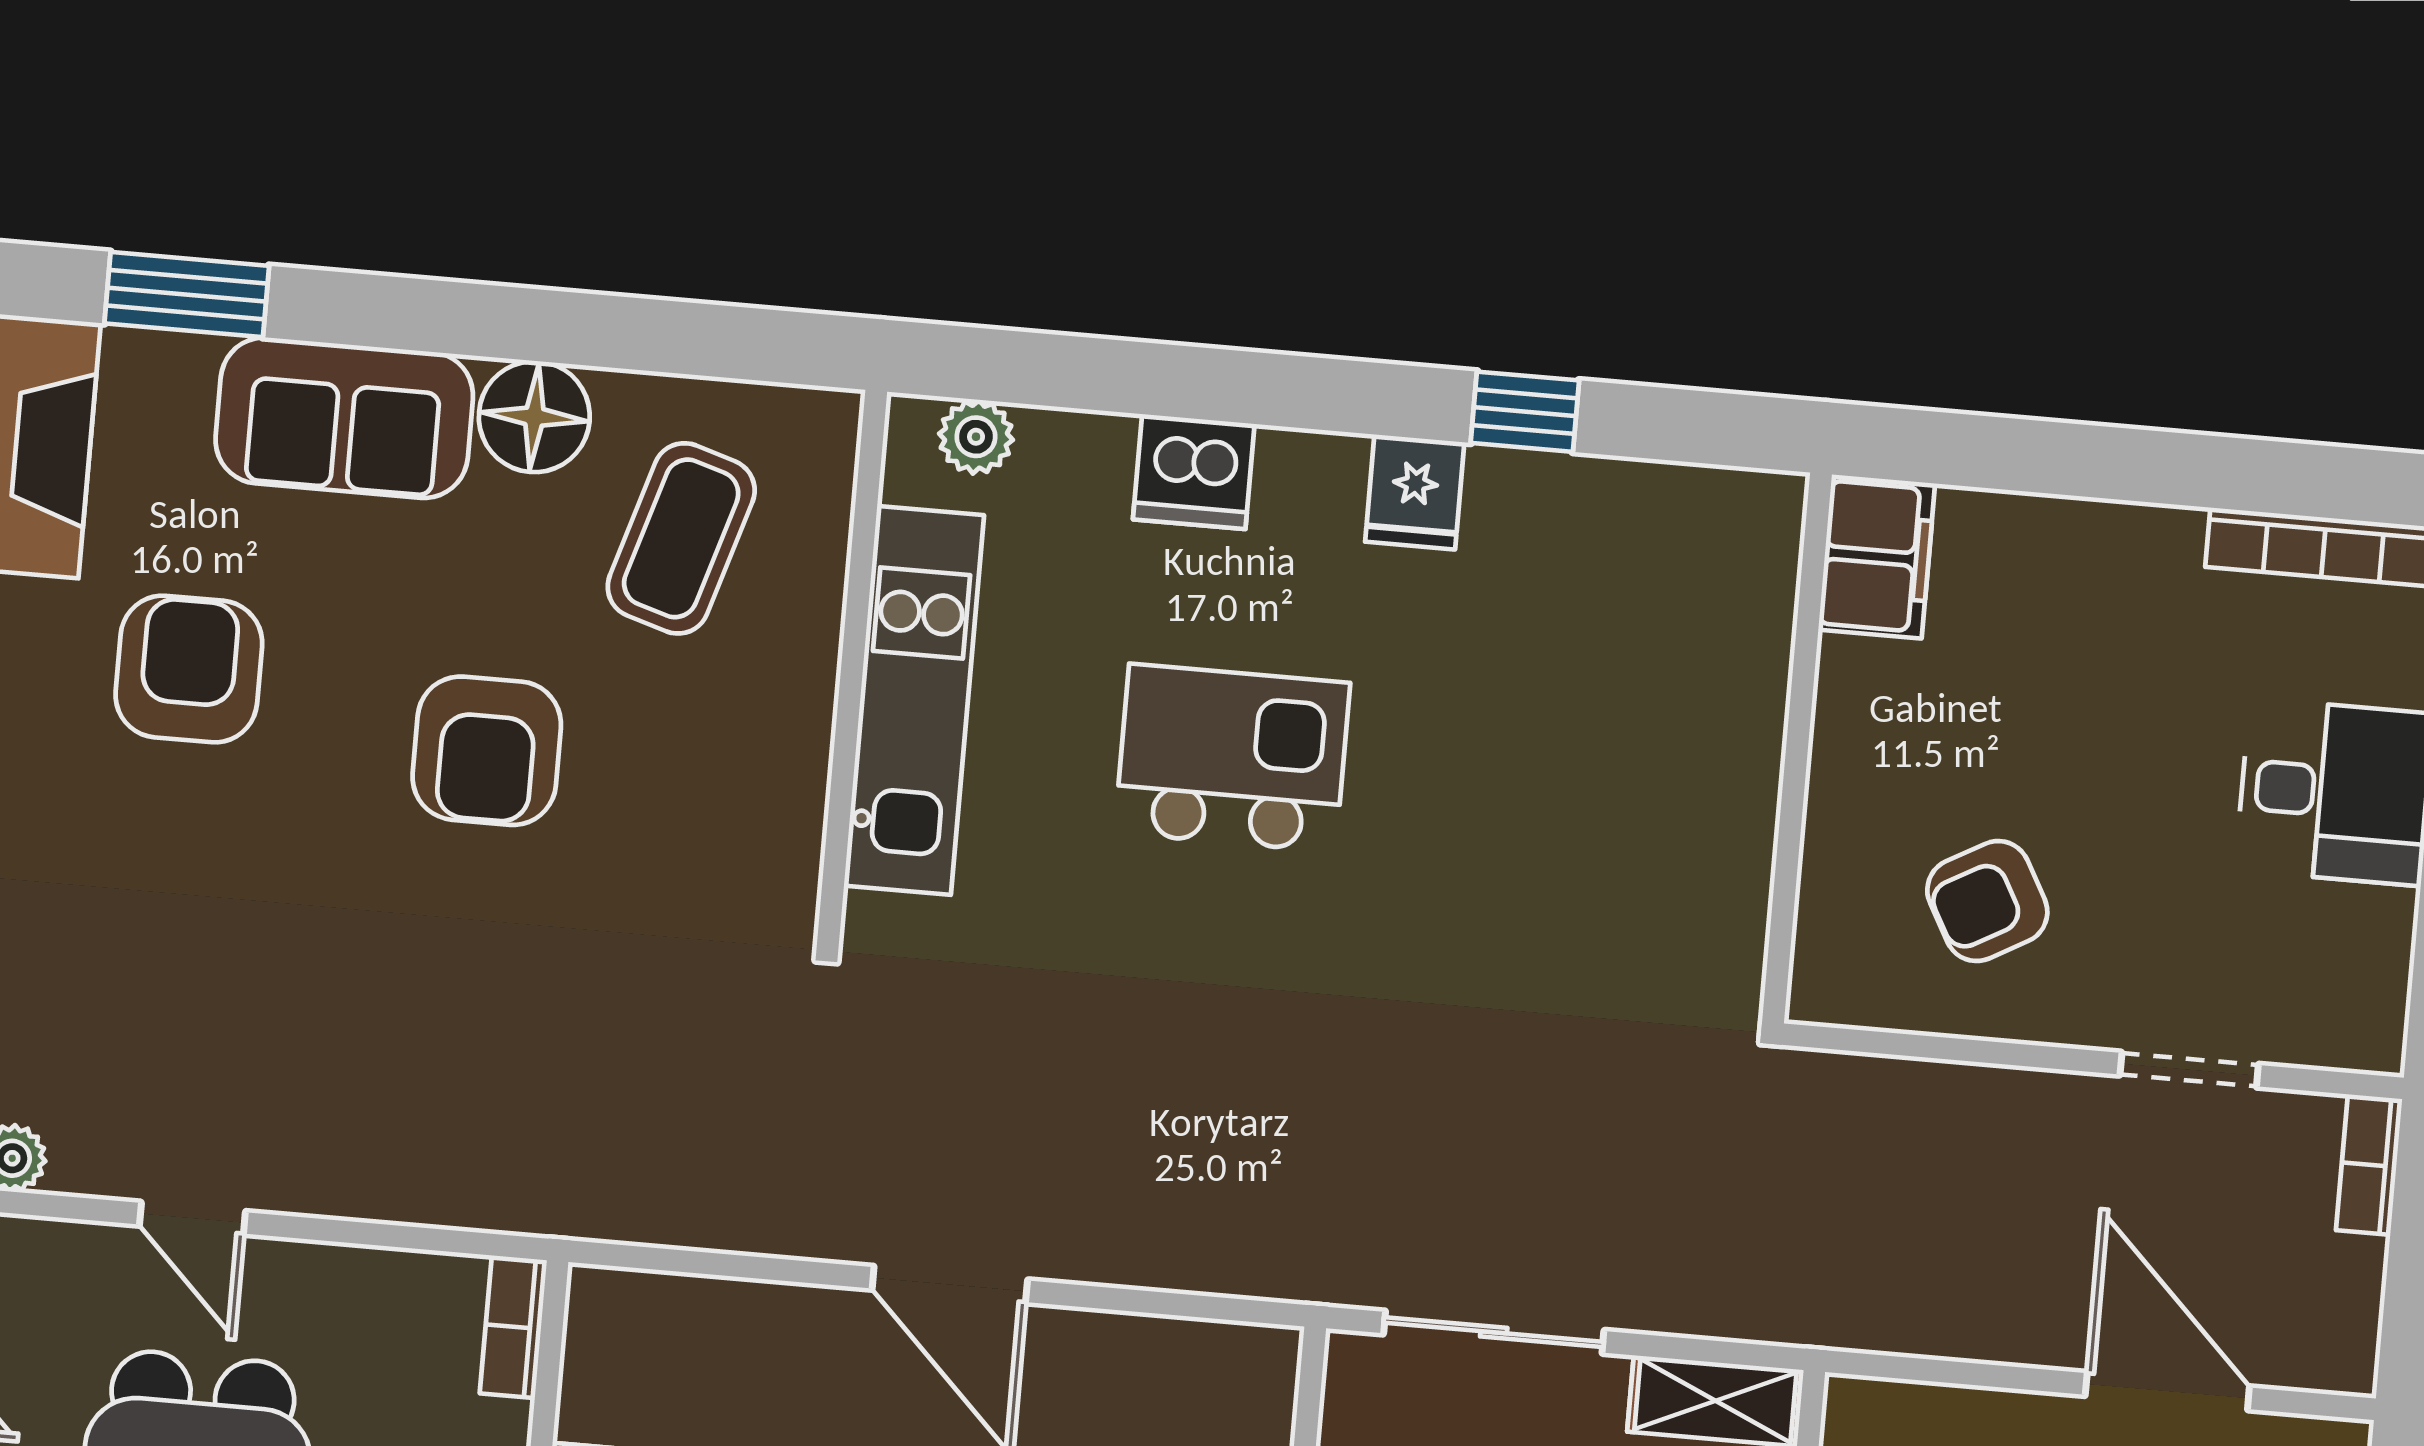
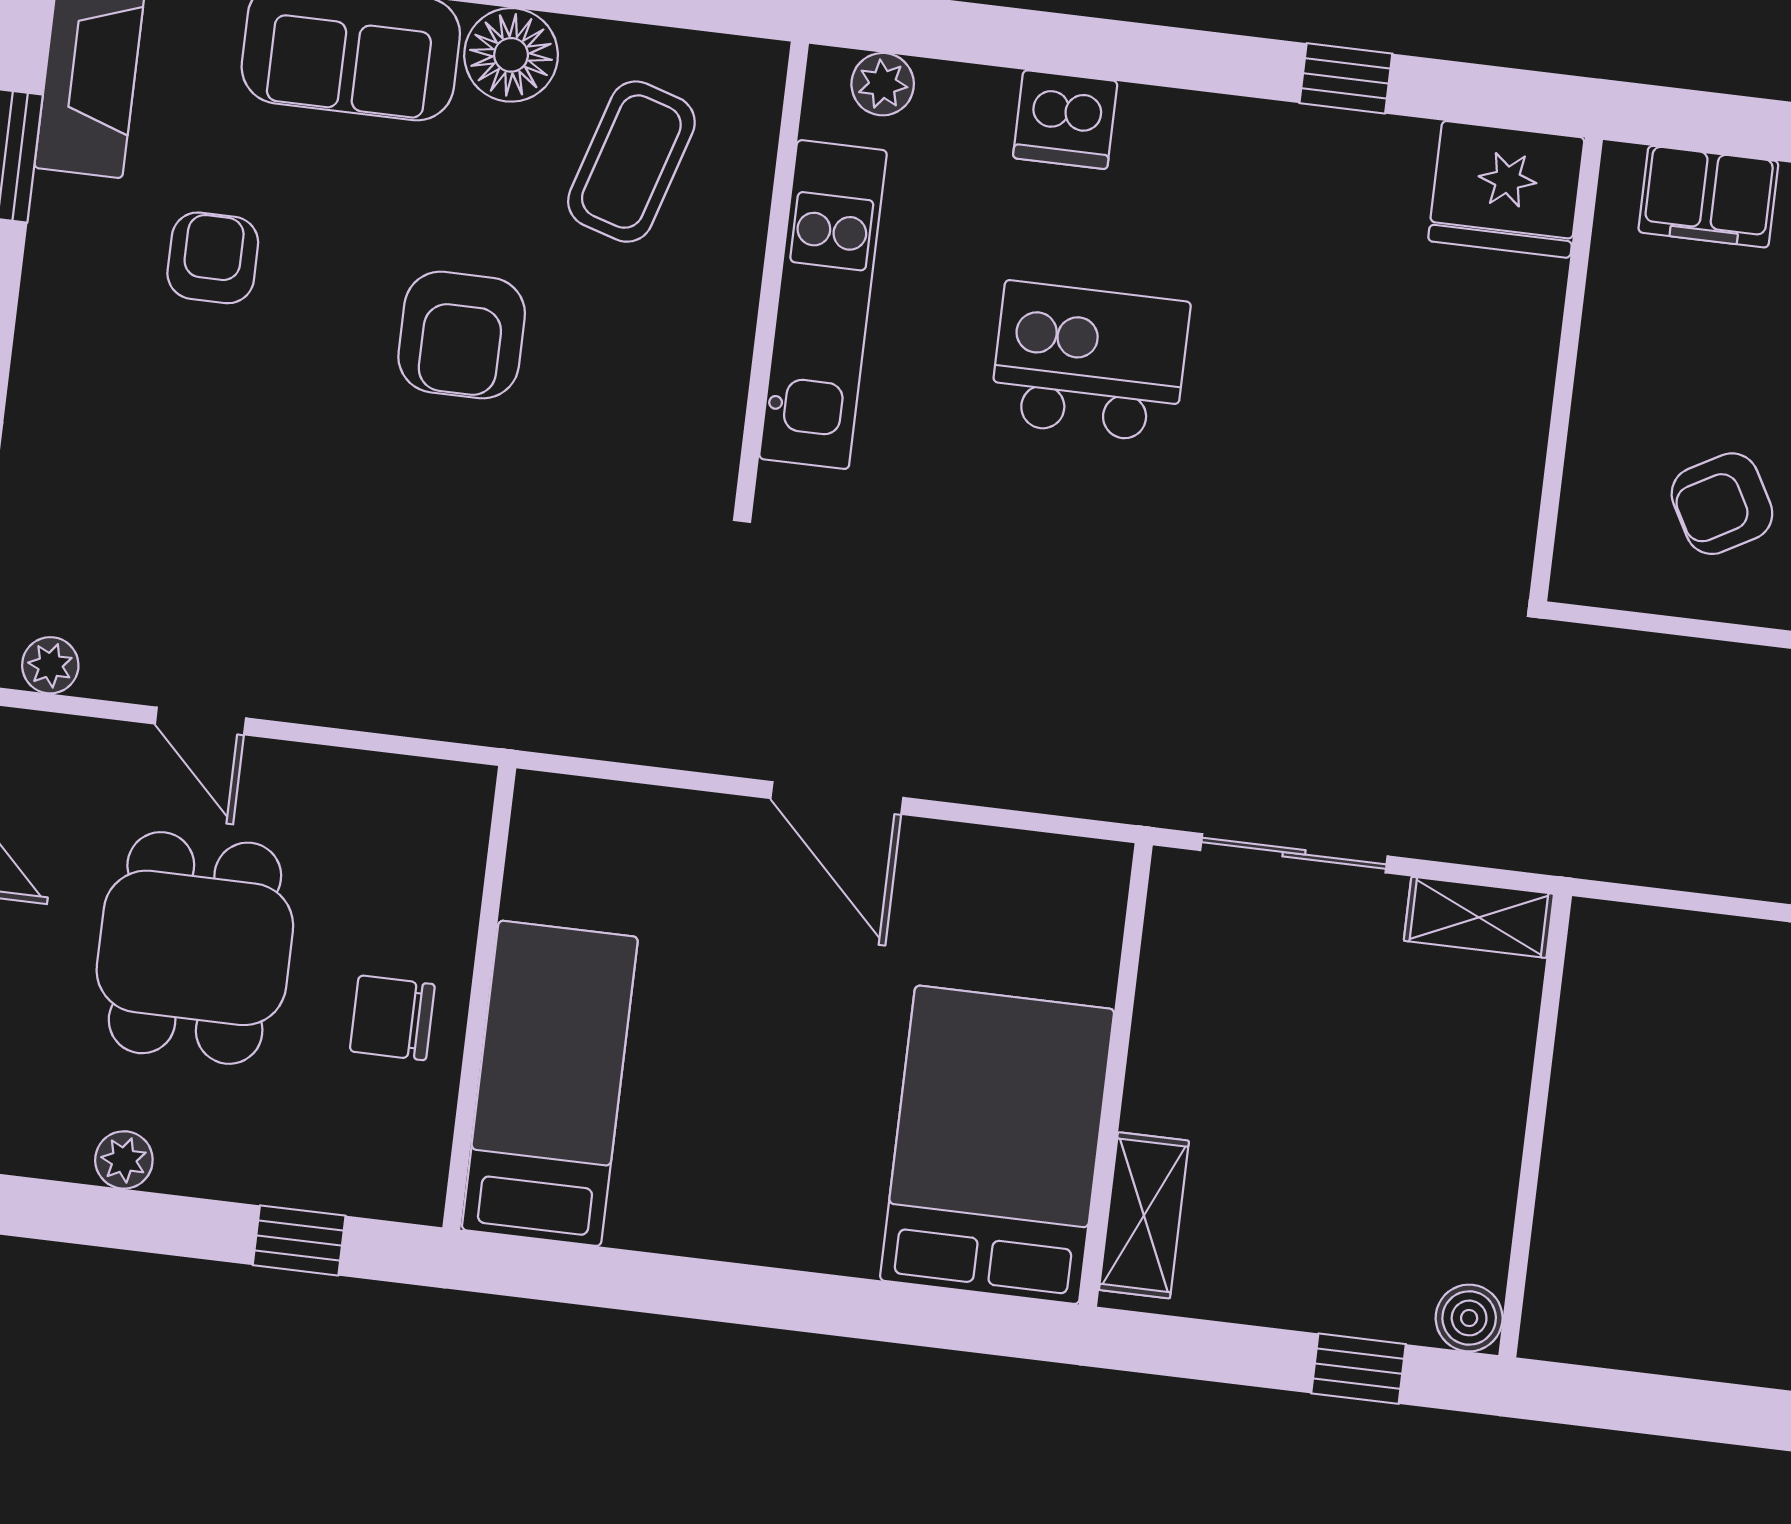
fridge: (1415, 492) -> (1506, 189), moved, width x1.88, depth x1.34
filing cabinet: (1877, 557) -> (1708, 197), moved, turned 90
armchair: (189, 669) -> (213, 258), width x0.72, depth x0.72
bookcase: (513, 1327) -> (468, 821), removed

